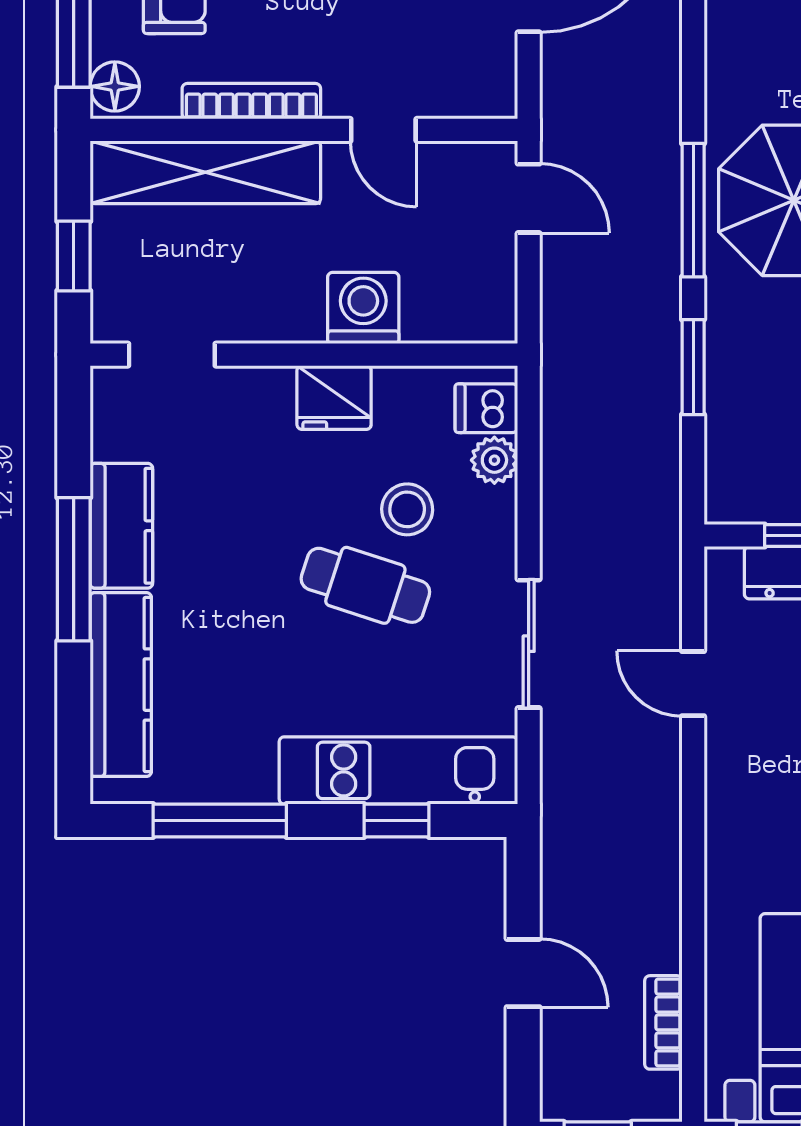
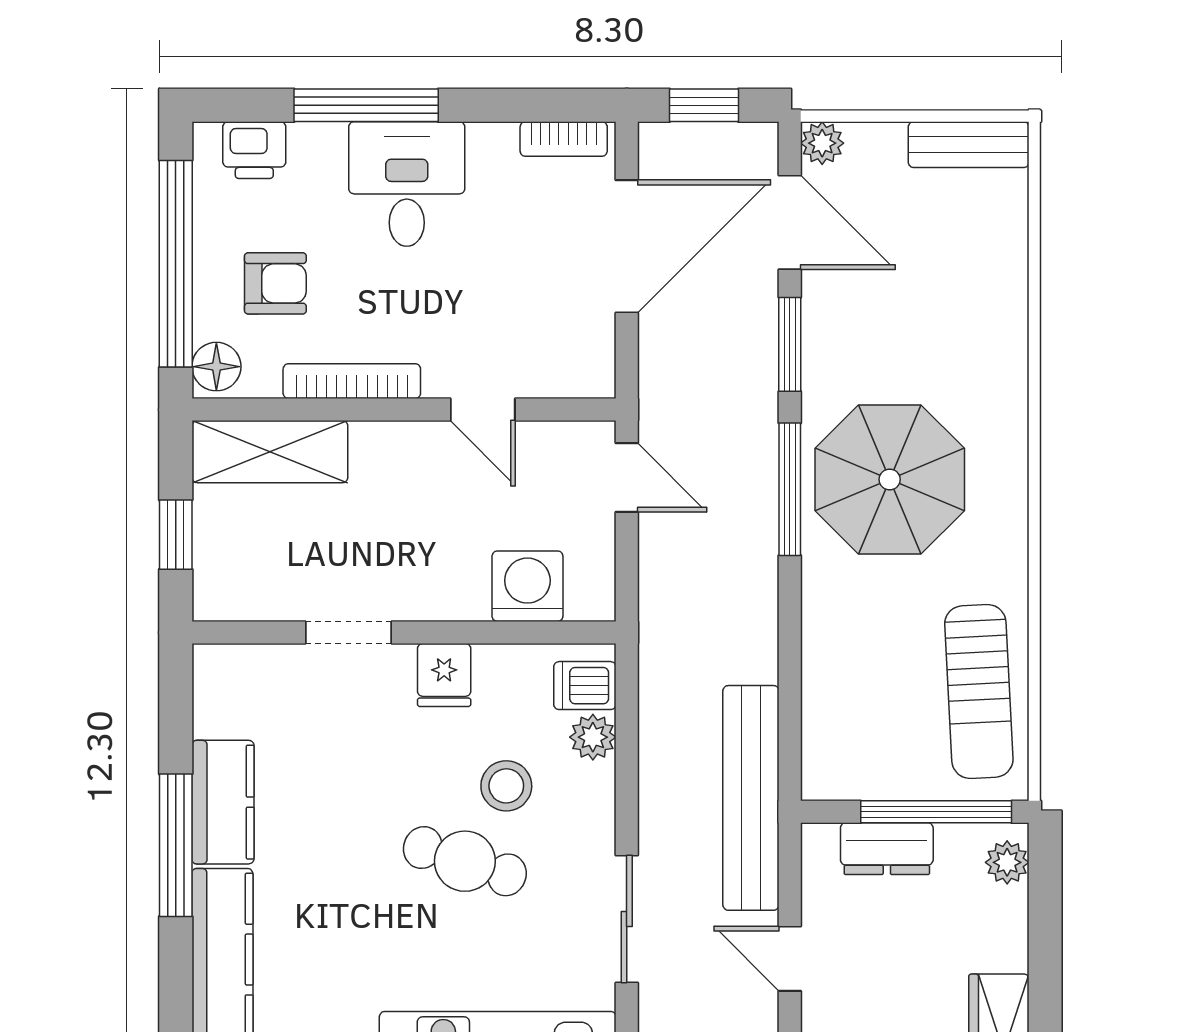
shelving: (205, 172) -> (270, 452), width x0.68
washing machine: (363, 308) -> (527, 586), moved
doorway: (172, 355) -> (349, 632), moved
window: (693, 367) -> (790, 344), moved
fridge: (334, 398) -> (444, 675), width x0.72
bench: (654, 521) -> (751, 798), added

